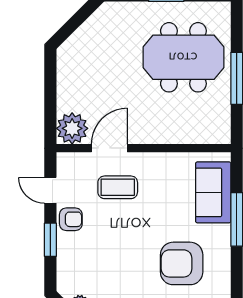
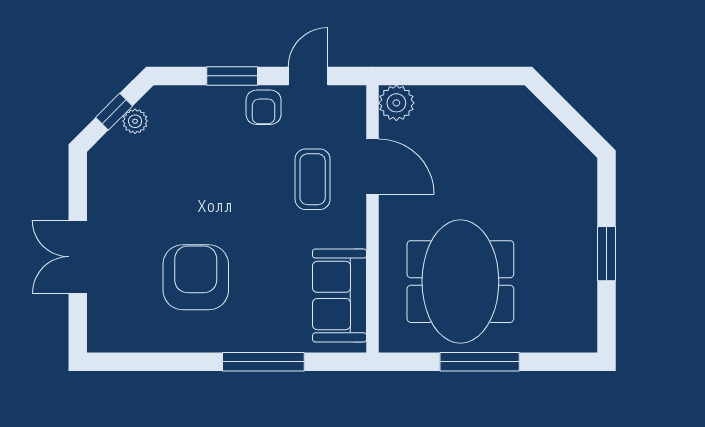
meeting table: (183, 57) -> (460, 282), moved
plant: (72, 128) -> (396, 103), width x0.73, depth x0.73
sofa: (213, 192) -> (340, 295), moved, turned -90

